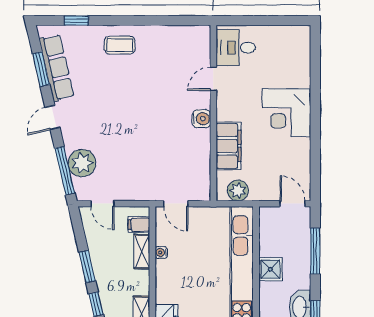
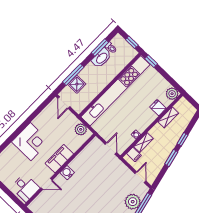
filing cabinet: (229, 146) -> (59, 159), moved
shower: (270, 269) -> (77, 84), moved

